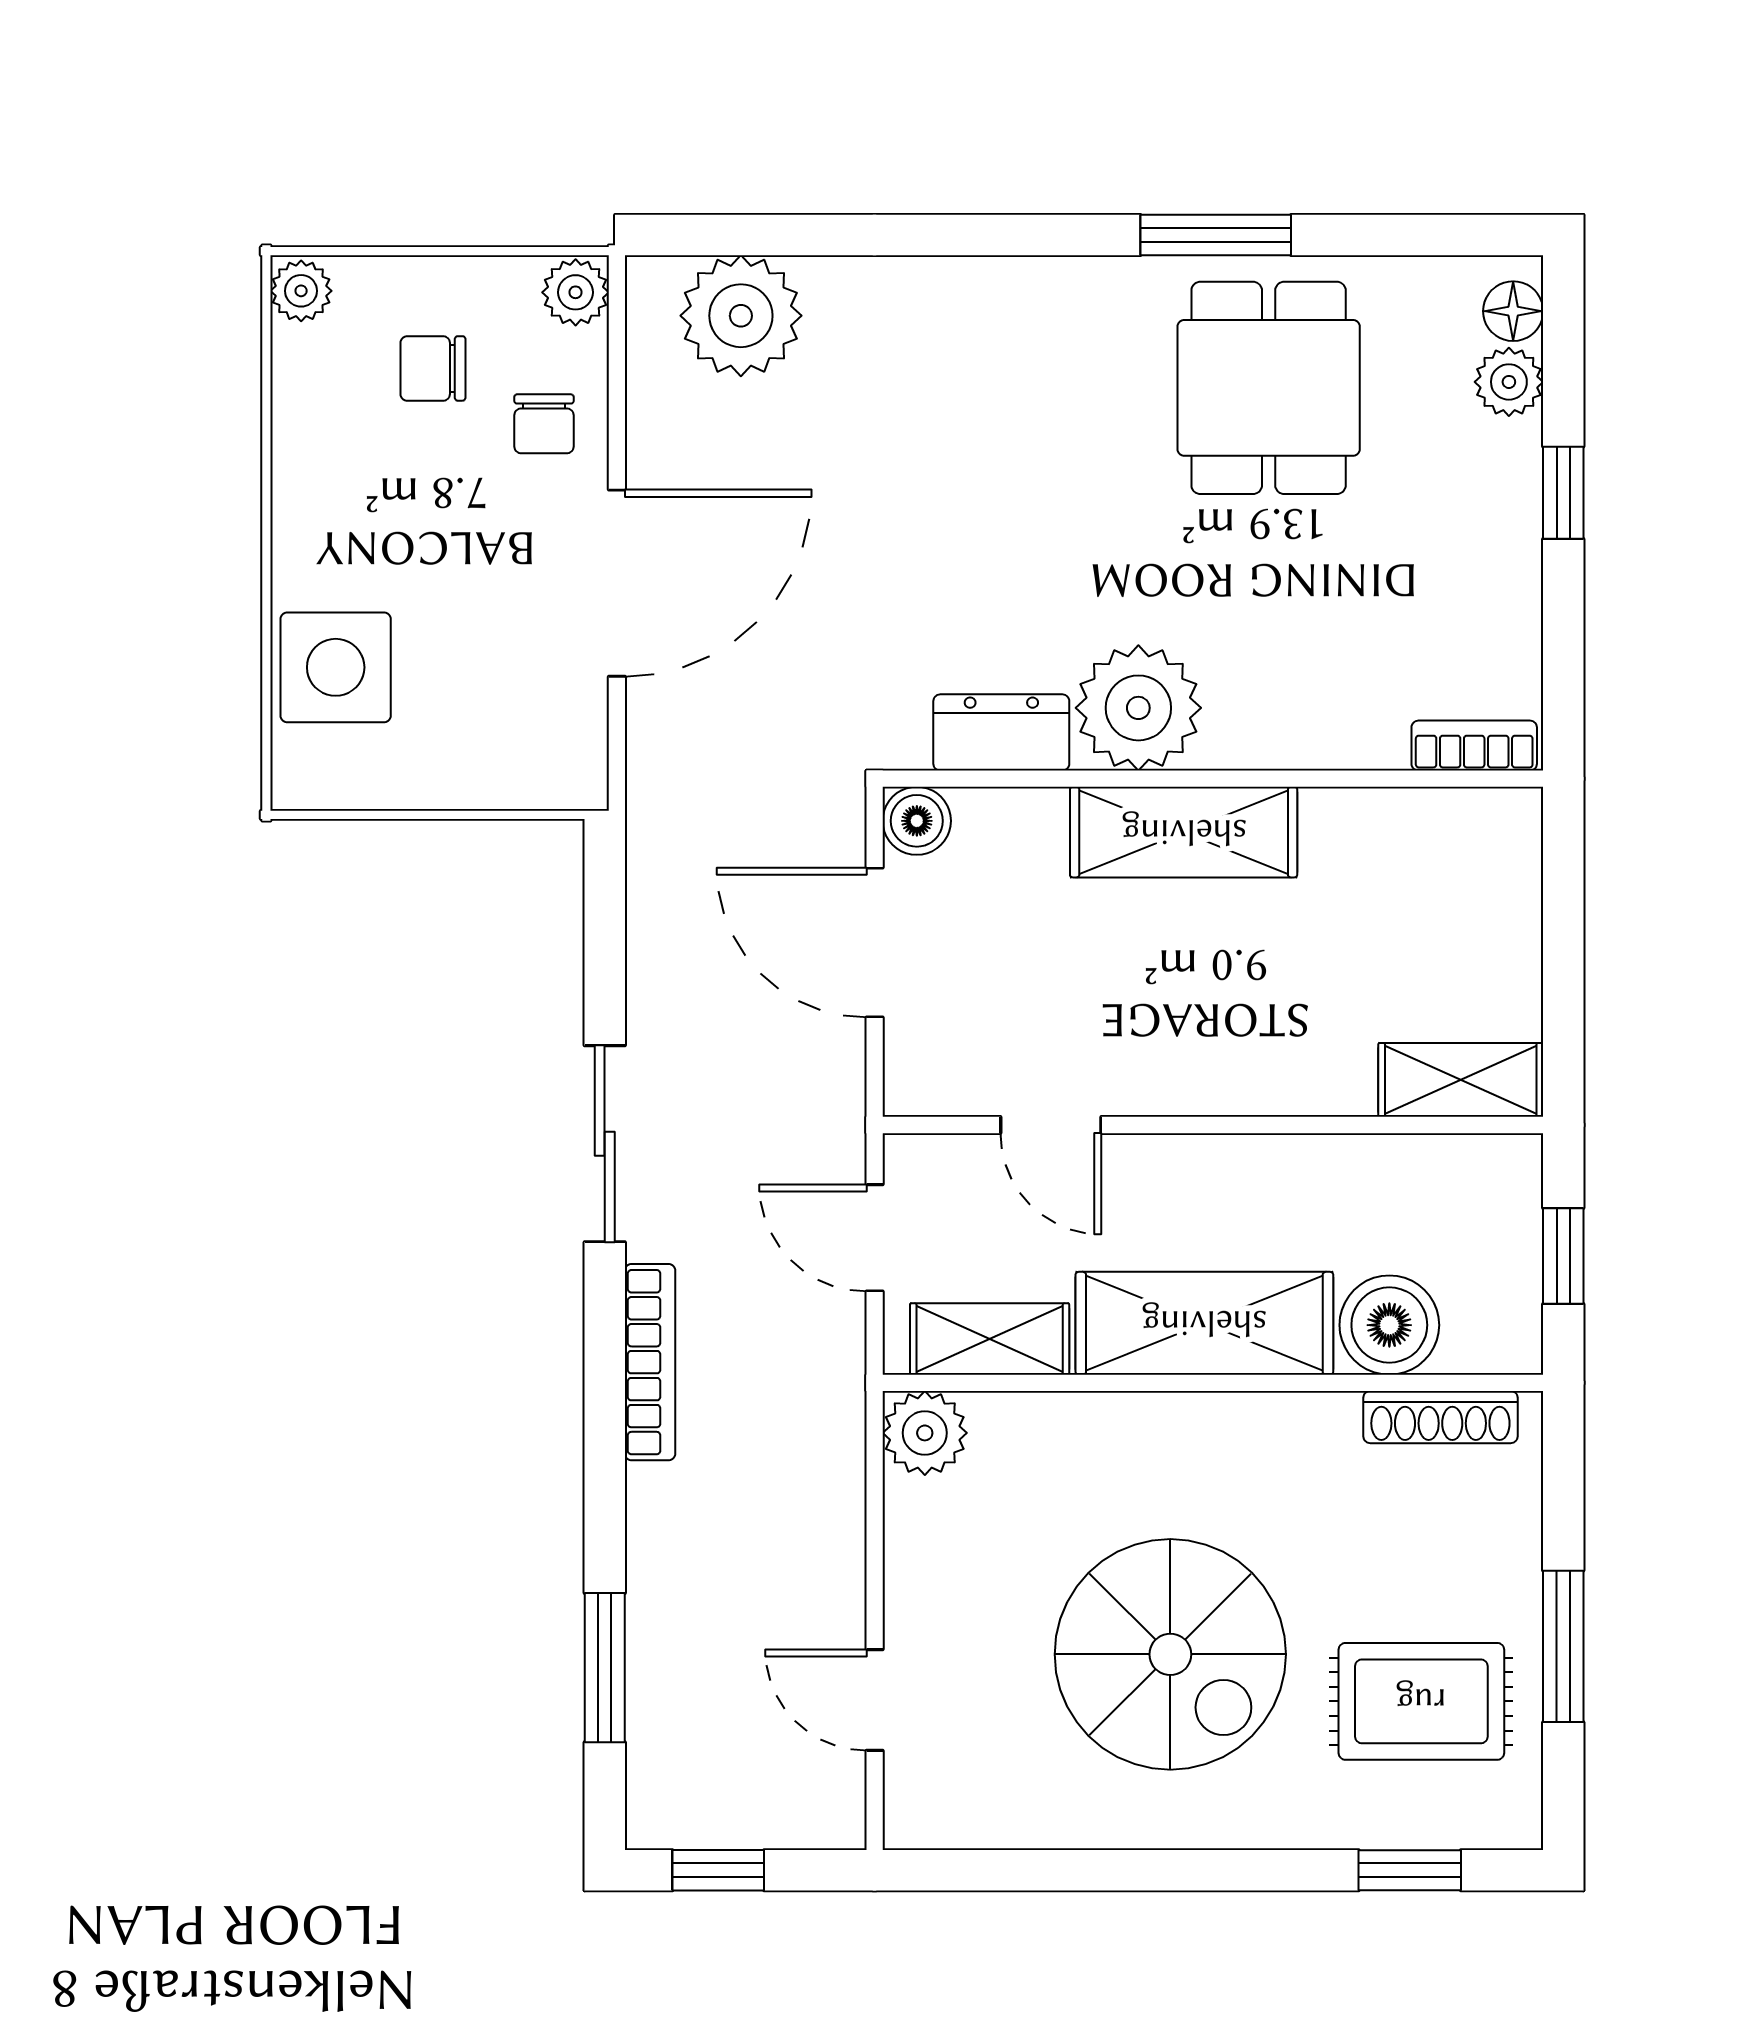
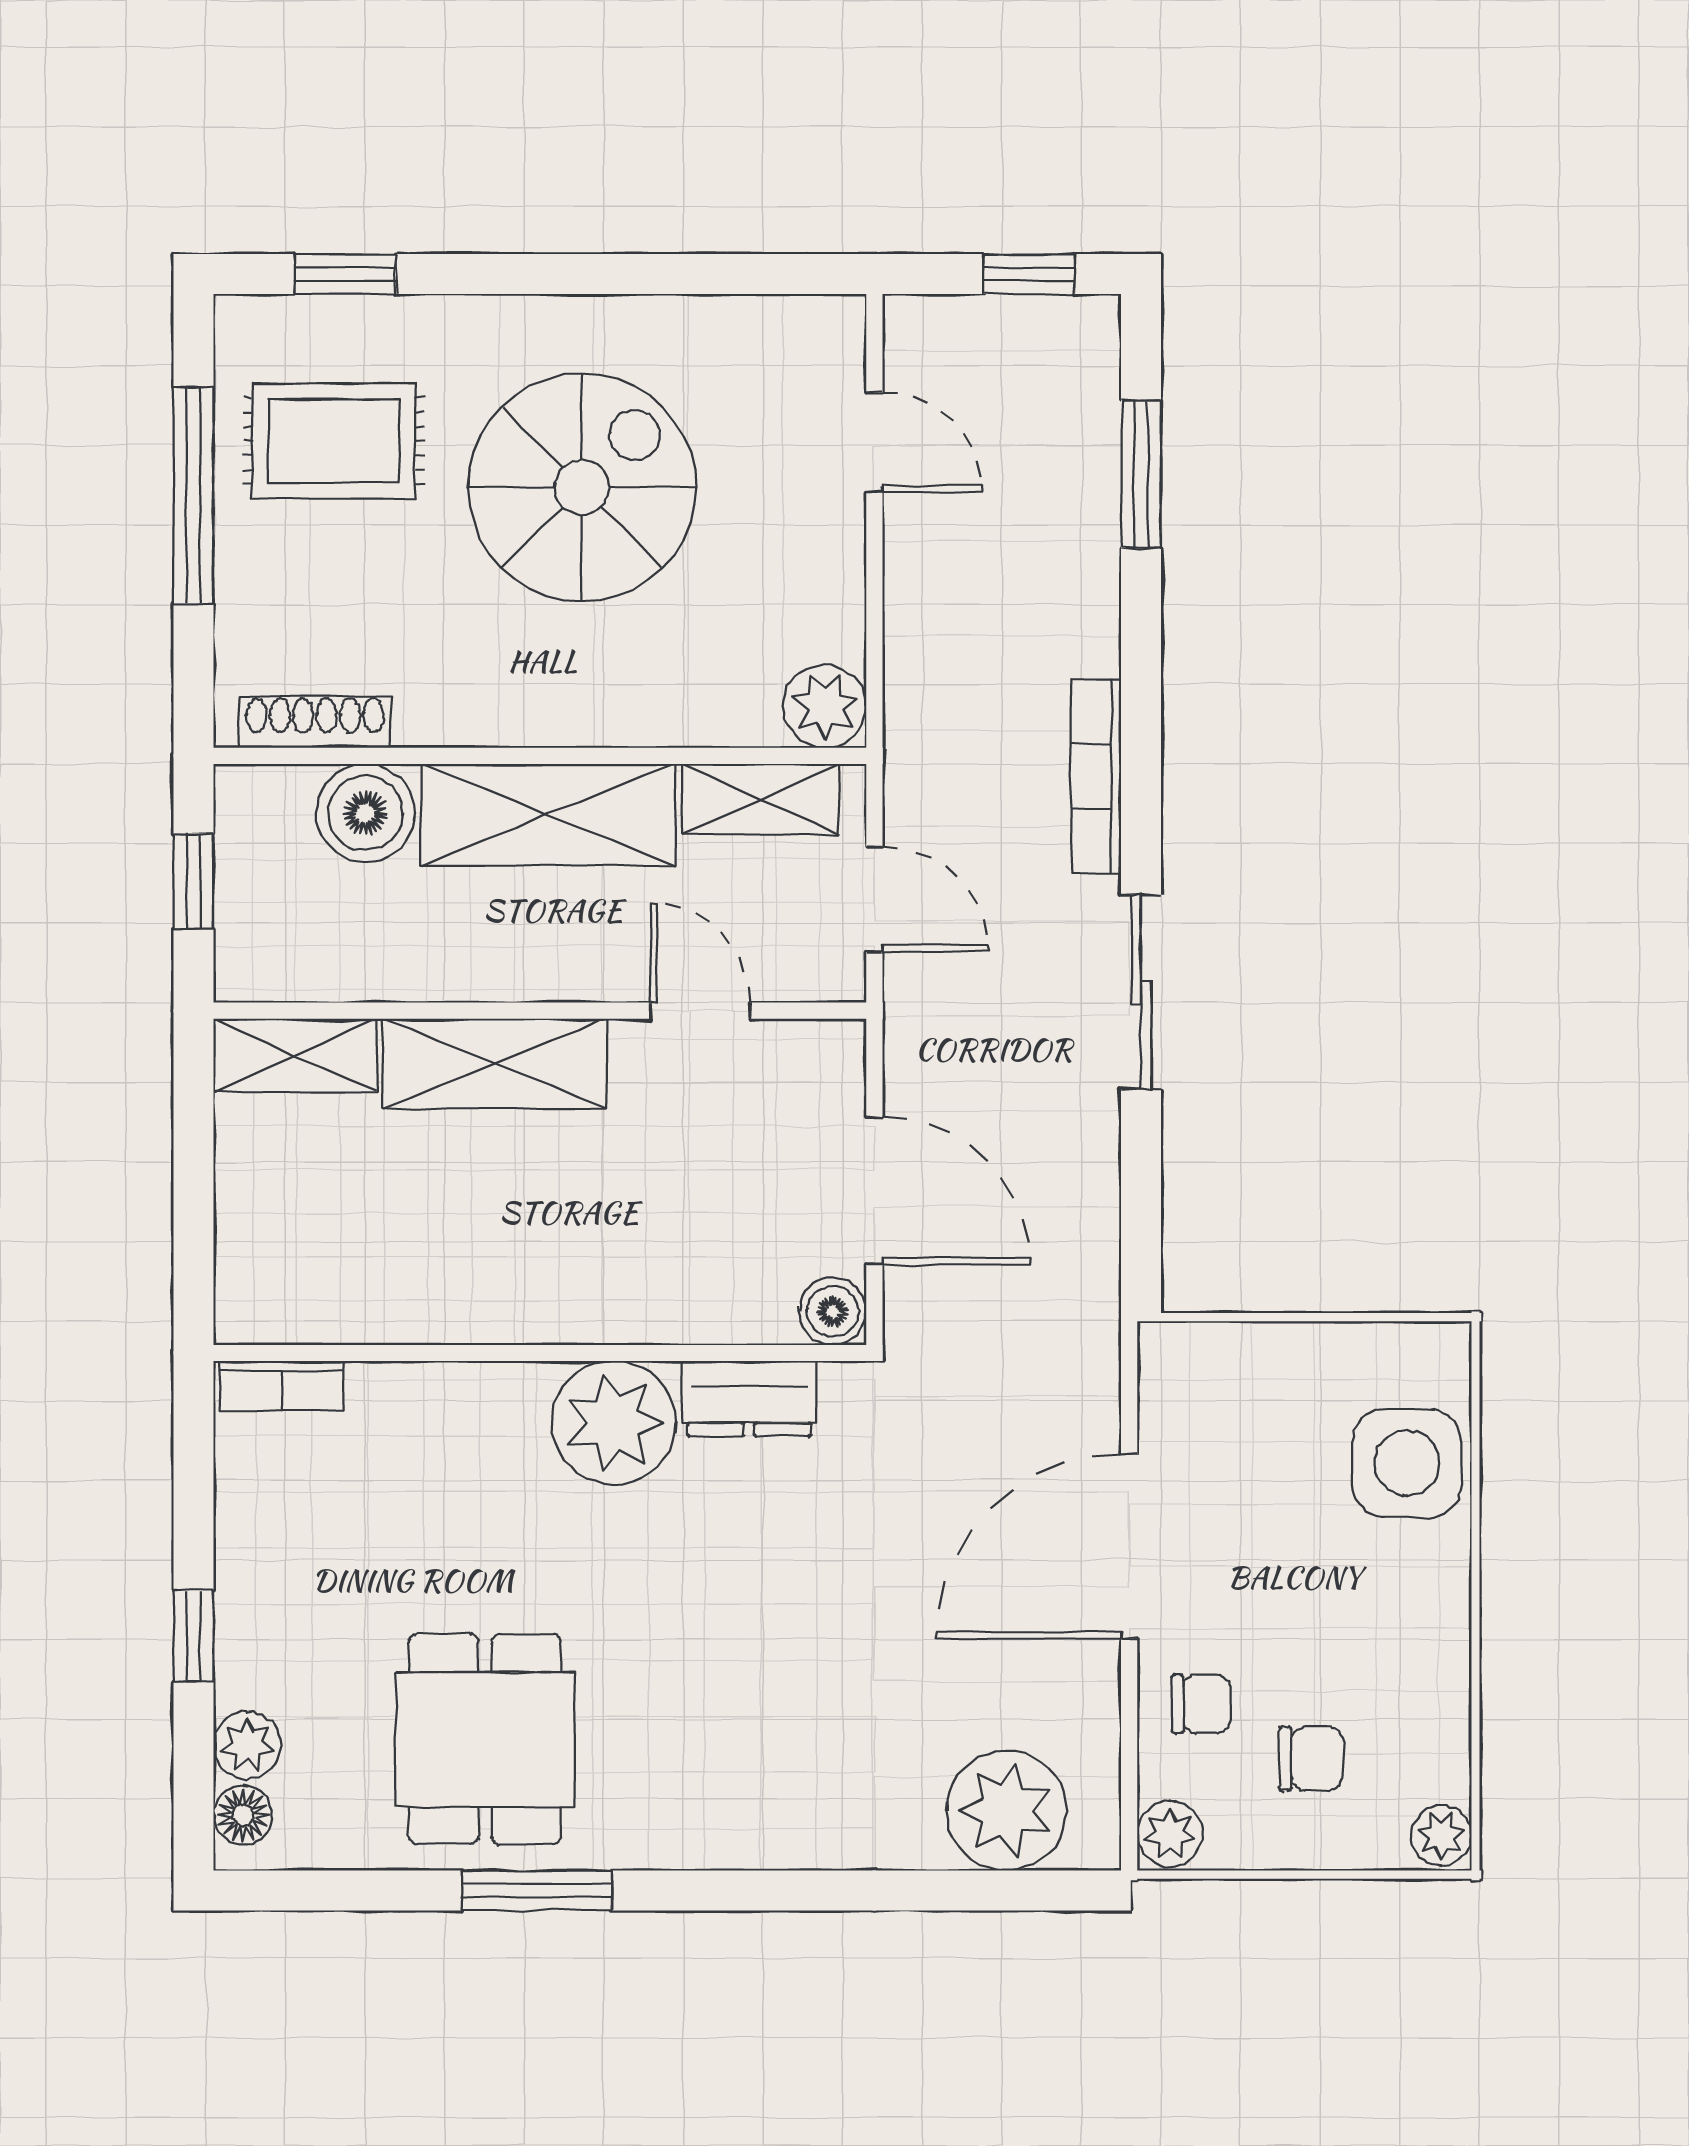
chair: (544, 424) -> (1201, 1704), turned 90
shelving: (1184, 832) -> (495, 1063), moved
window: (1563, 1646) -> (194, 495), width x1.44
spiral stairs: (1170, 1654) -> (582, 487), turned 90

